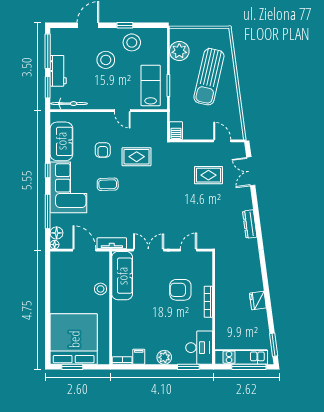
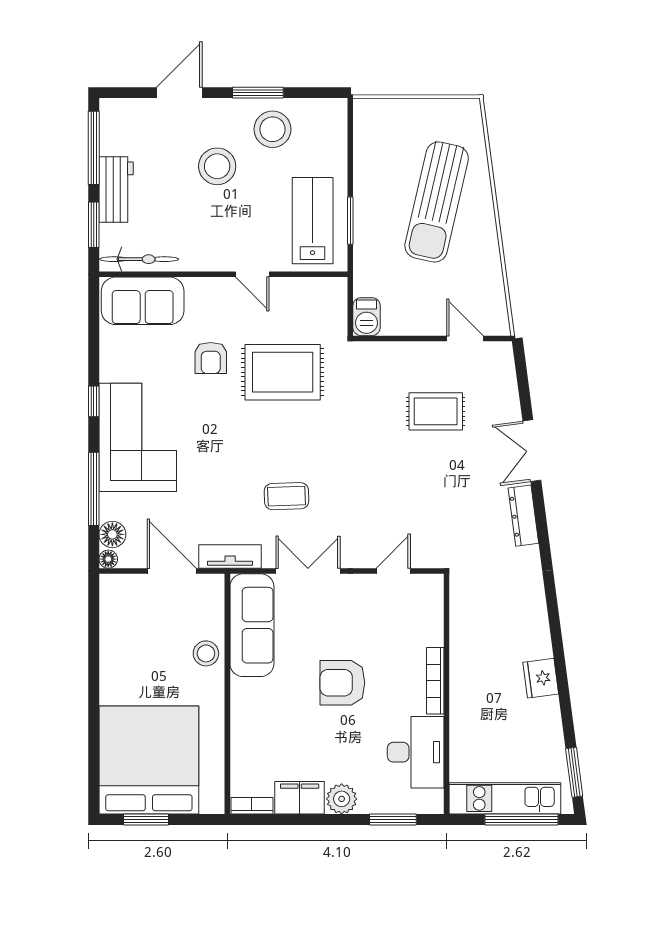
window: (125, 25) -> (258, 93), width x1.50
plant: (179, 51) -> (374, 147), removed
sofa: (61, 141) -> (143, 301), moved, turned 90
rug: (137, 157) -> (283, 372), width x1.36, depth x1.43
double door: (251, 171) -> (532, 451), moved
coffee table: (108, 184) -> (286, 496), moved
armchair: (180, 290) -> (342, 683), moved
desk: (199, 348) -> (416, 752), moved
filing cabinet: (139, 357) -> (300, 798), width x2.00

